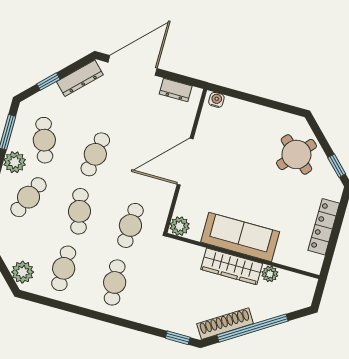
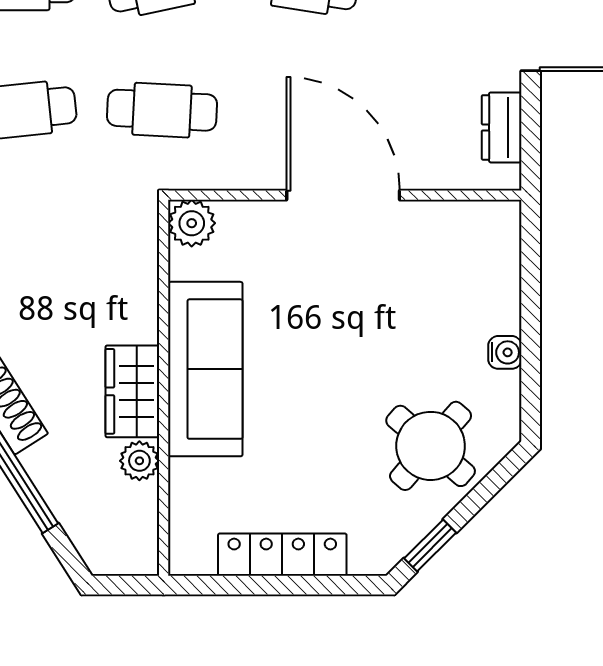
water cooler: (216, 100) -> (505, 352), moved
wardrobe: (232, 266) -> (132, 391), width x0.67

